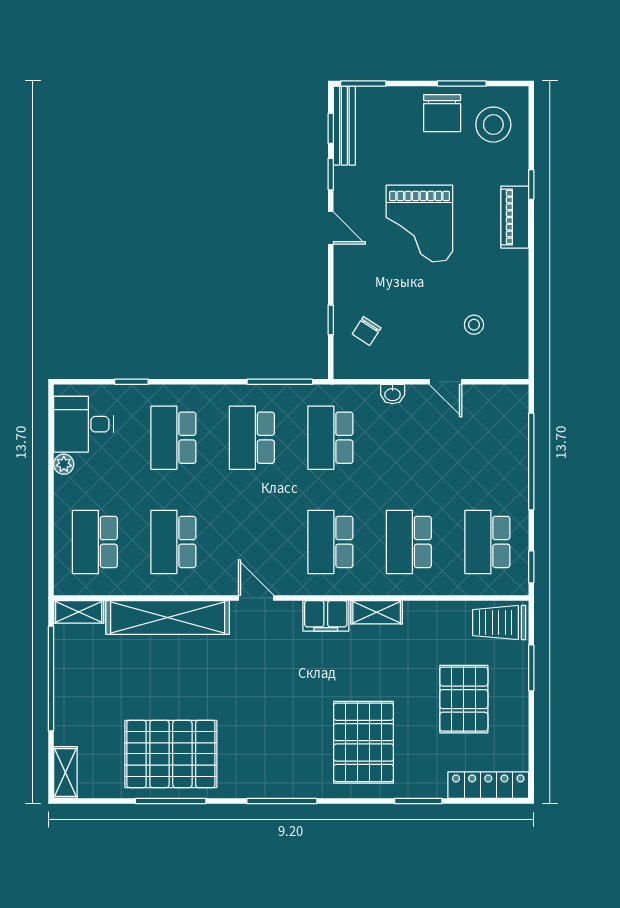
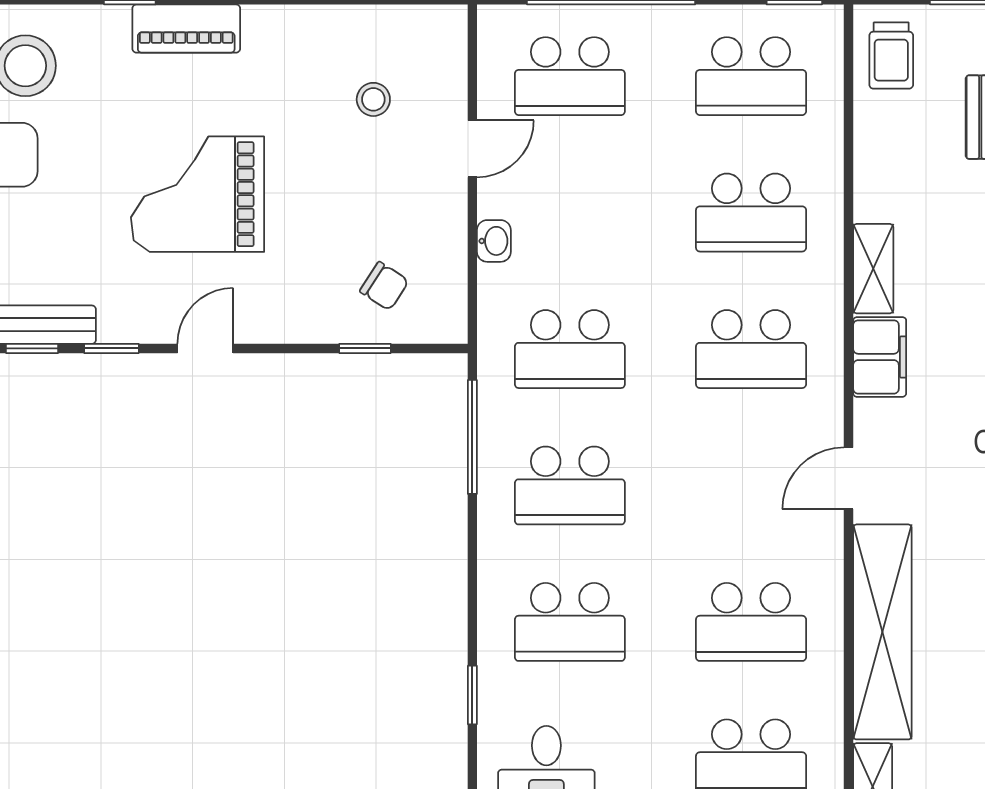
grand piano: (419, 224) -> (198, 194), turned 180
school desk: (487, 438) -> (570, 76), added
trolley: (499, 623) -> (891, 56), width x0.73, depth x0.72

